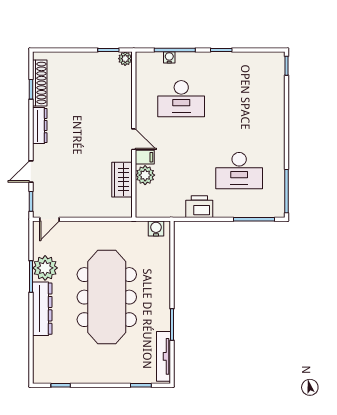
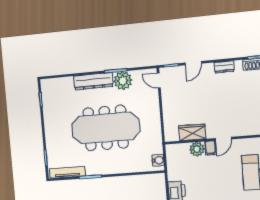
dresser: (40, 126) -> (224, 67), width x0.70
door: (31, 171) -> (193, 63), swing flipped

